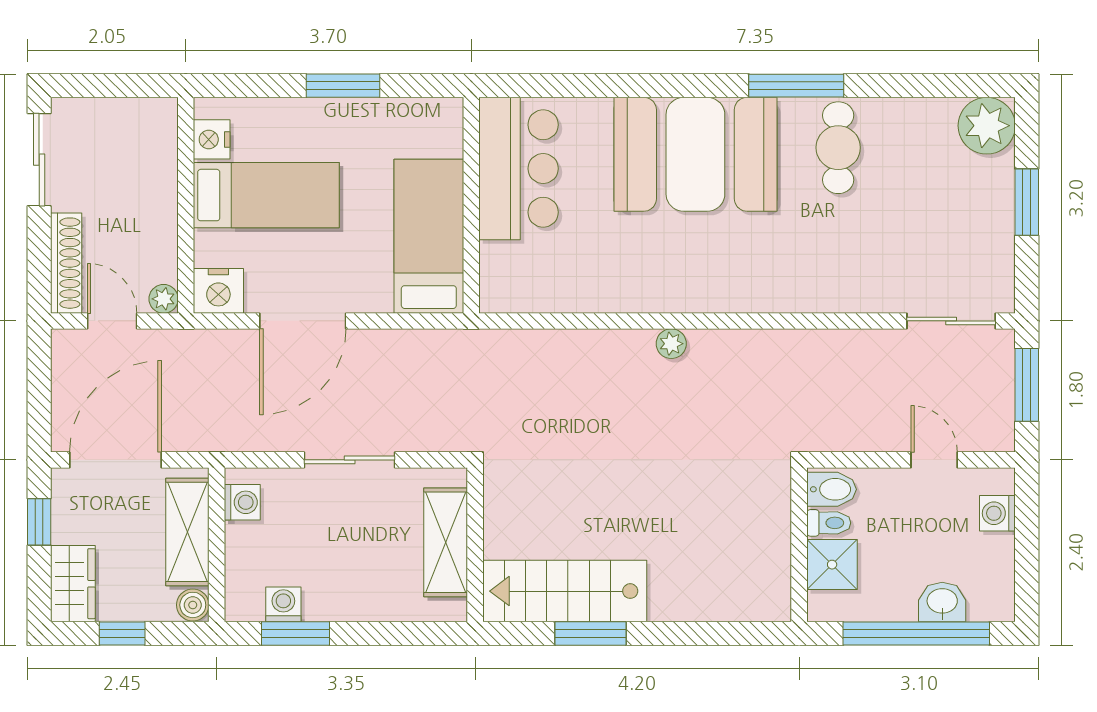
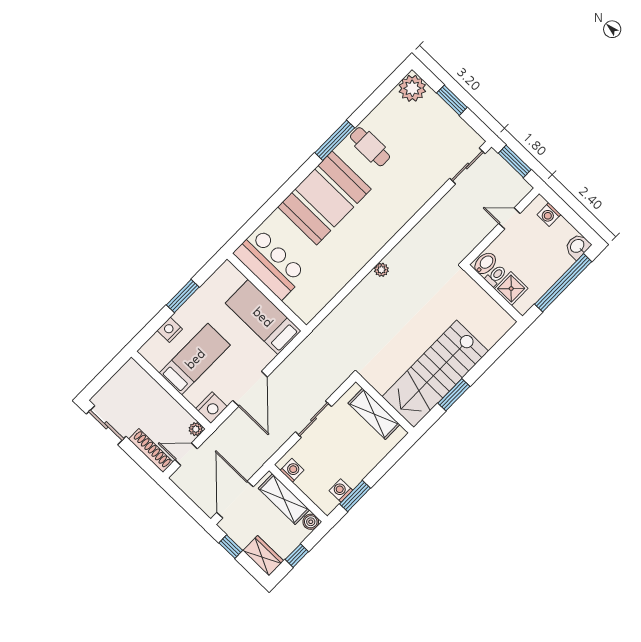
nightstand: (212, 139) -> (170, 330), moved, turned 90
stairs: (565, 591) -> (435, 374), width x1.36, depth x1.51
washbasin: (942, 602) -> (578, 246), moved

